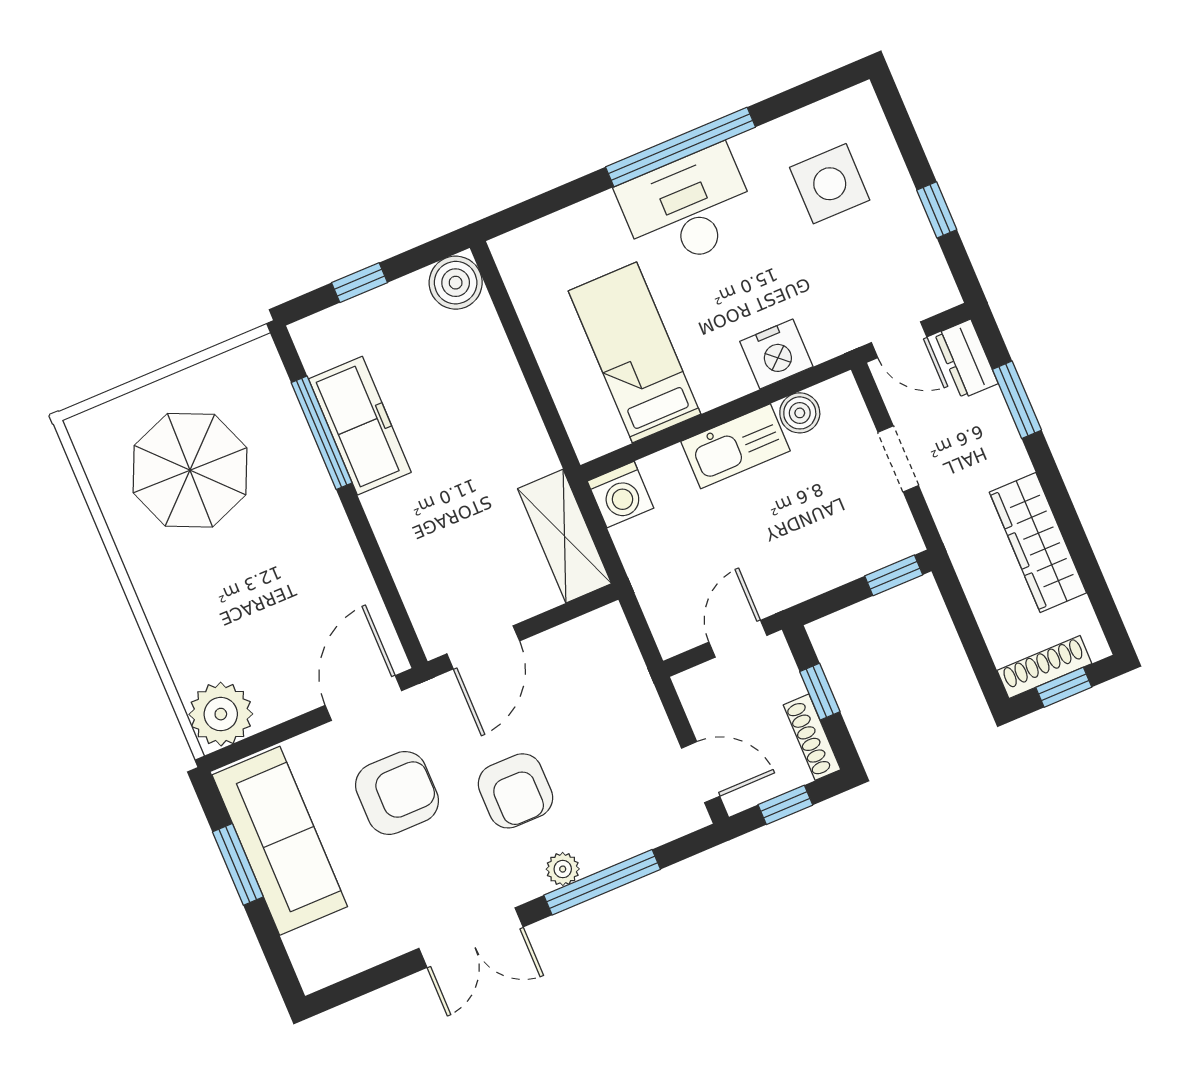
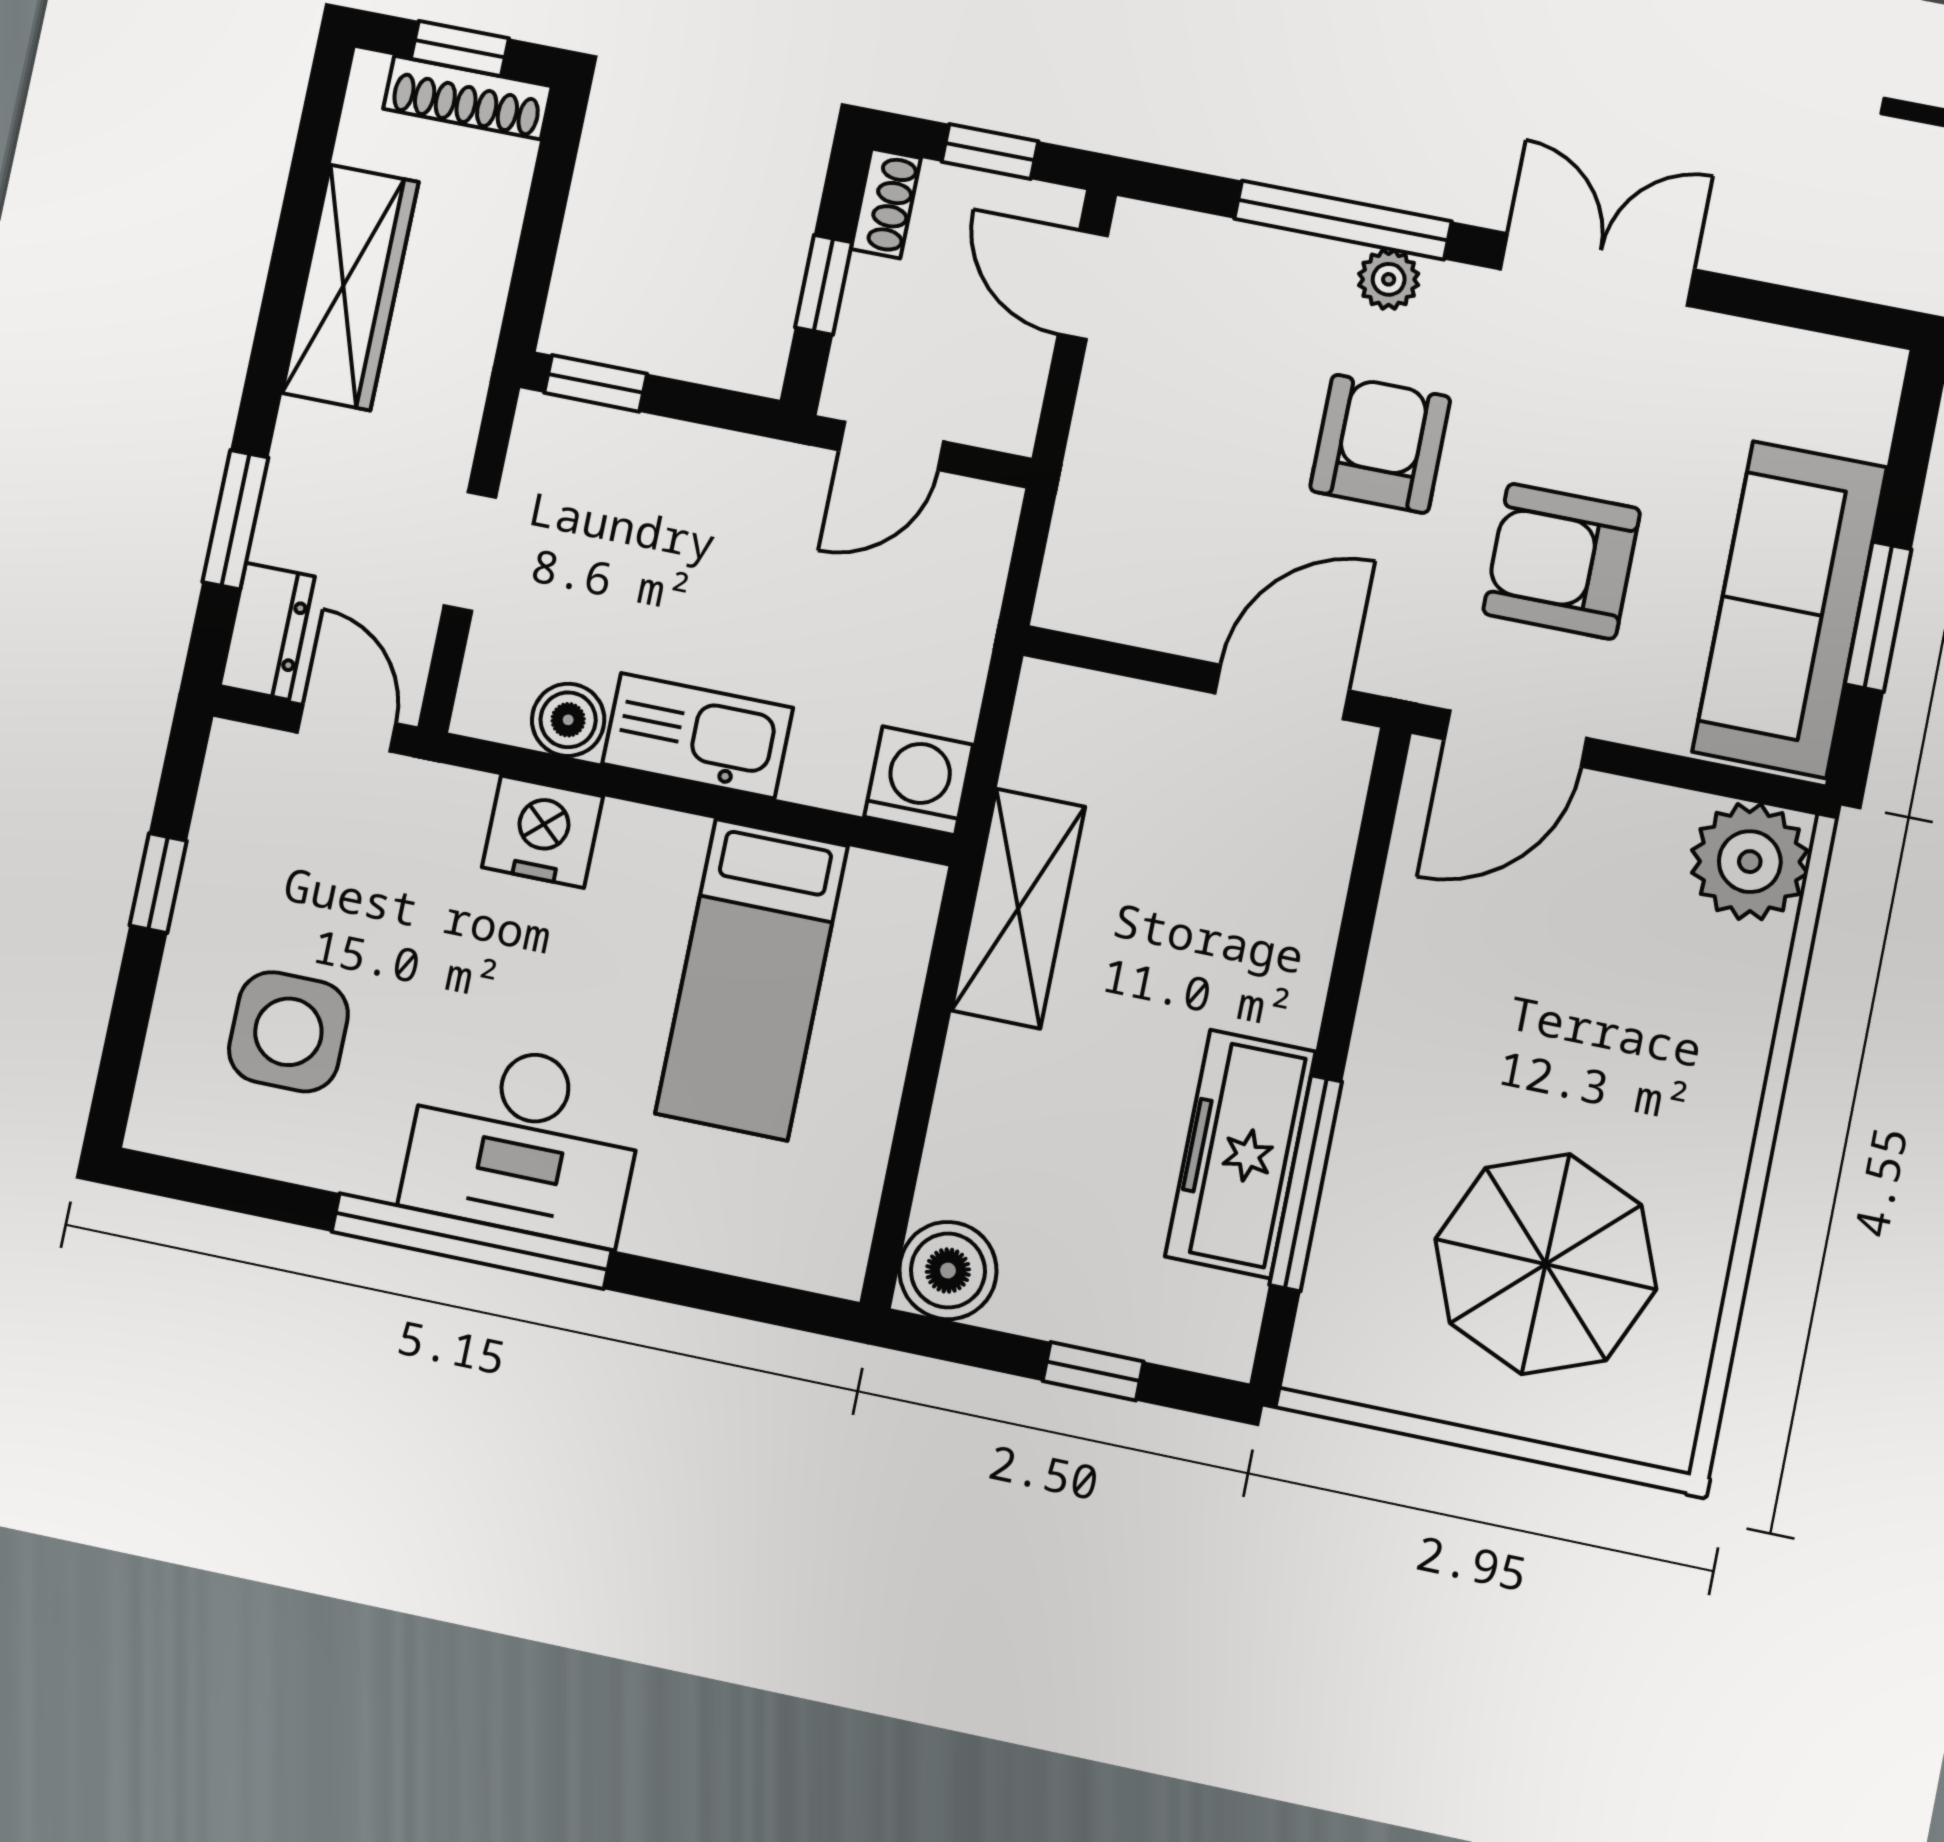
shelving: (565, 536) -> (1018, 909), moved
shoe rack: (812, 737) -> (886, 203), width x0.70

